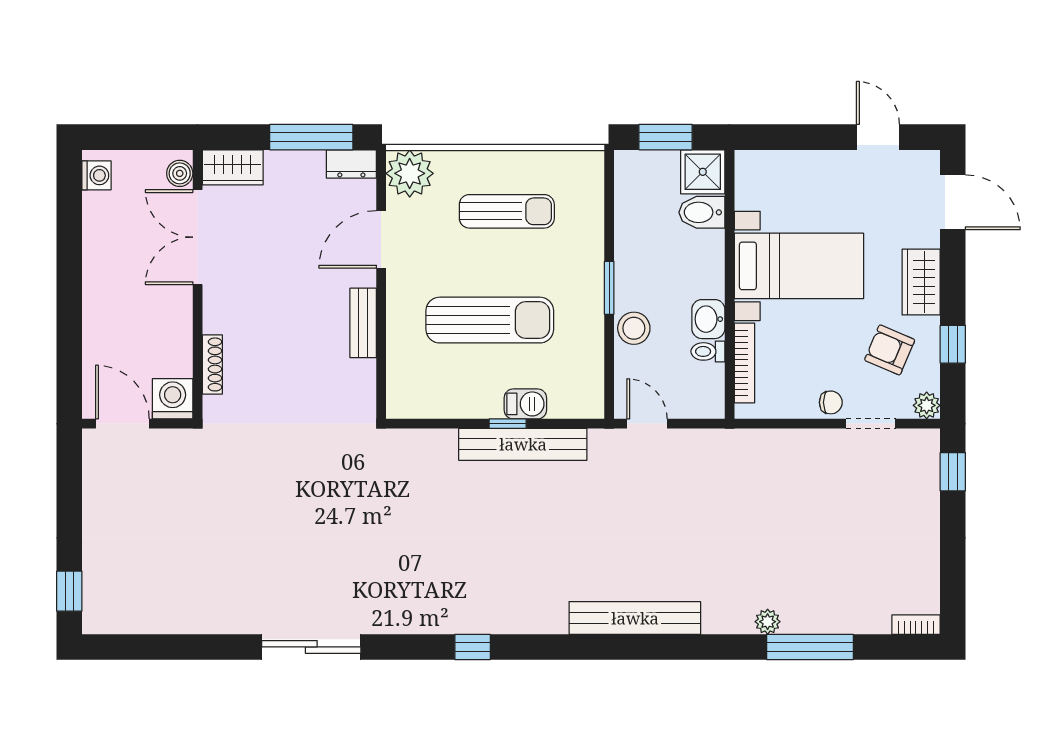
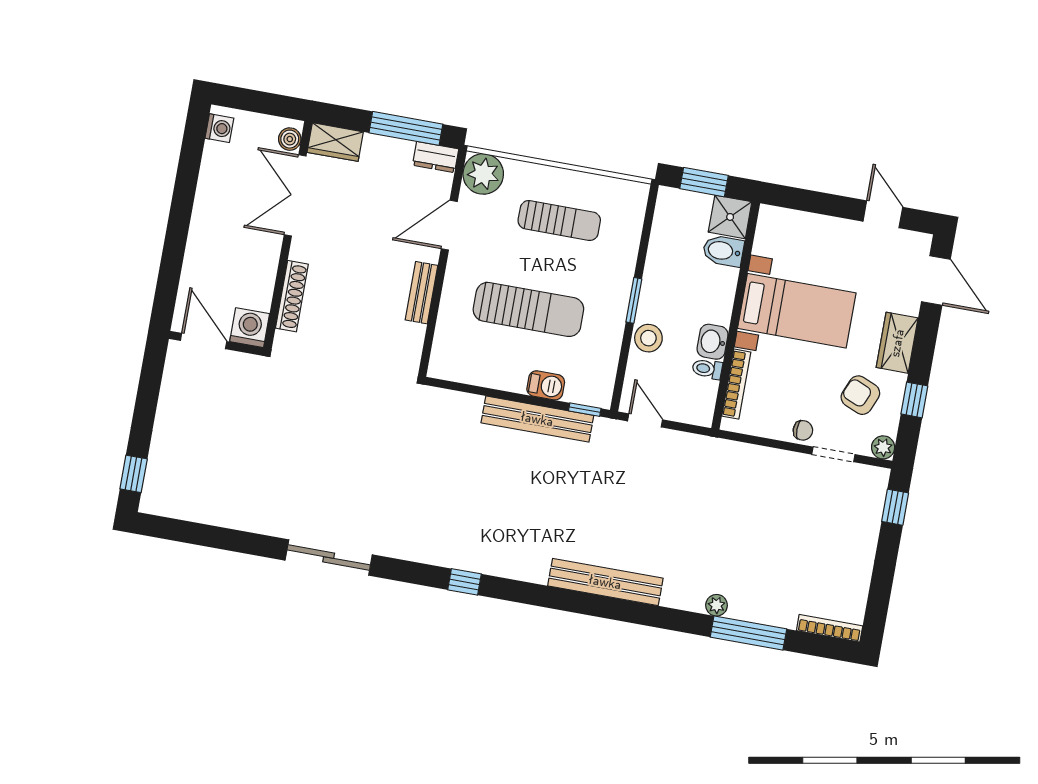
shoe rack: (212, 364) -> (292, 296), width x1.36, depth x1.24
window: (508, 424) -> (585, 410), moved
bookcase: (916, 625) -> (830, 628), width x1.56

